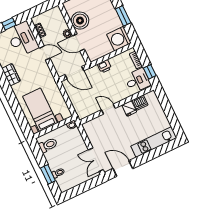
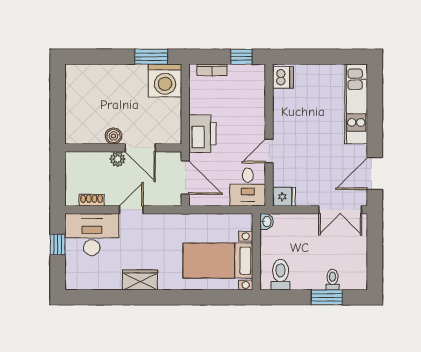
window: (123, 16) -> (151, 57), moved
boiler: (80, 21) -> (114, 136), width x0.54, depth x0.54
door: (79, 42) -> (140, 148), hinge flipped
printer: (104, 66) -> (202, 134), width x1.87, depth x1.48
door: (74, 73) -> (185, 178), hinge flipped
desk: (137, 81) -> (248, 187), moved, turned 180
dishwasher: (140, 103) -> (283, 77), moved
fridge: (129, 108) -> (284, 197), moved

